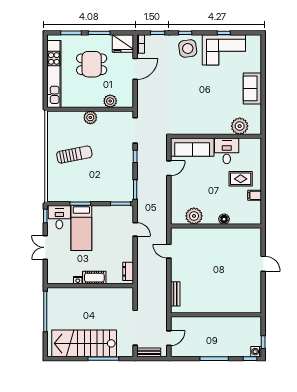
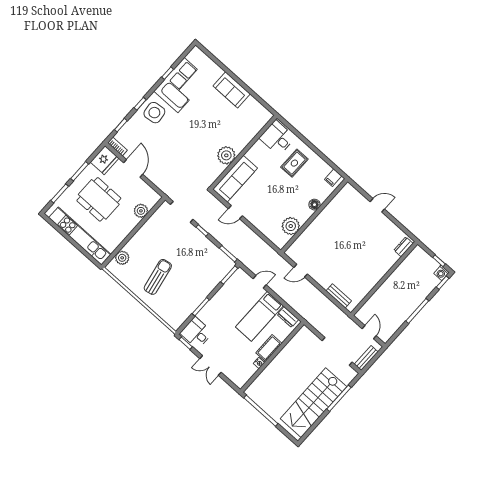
dining table: (92, 64) -> (99, 199), width x1.37
plant: (90, 117) -> (122, 258), moved
plant: (240, 126) -> (226, 155), moved
desk: (227, 151) -> (277, 138), moved
door: (169, 168) -> (235, 212), swing flipped
filing cabinet: (255, 195) -> (333, 178), moved
bed: (81, 228) -> (259, 316), moved, turned 90
dresser: (251, 308) -> (403, 247), added

